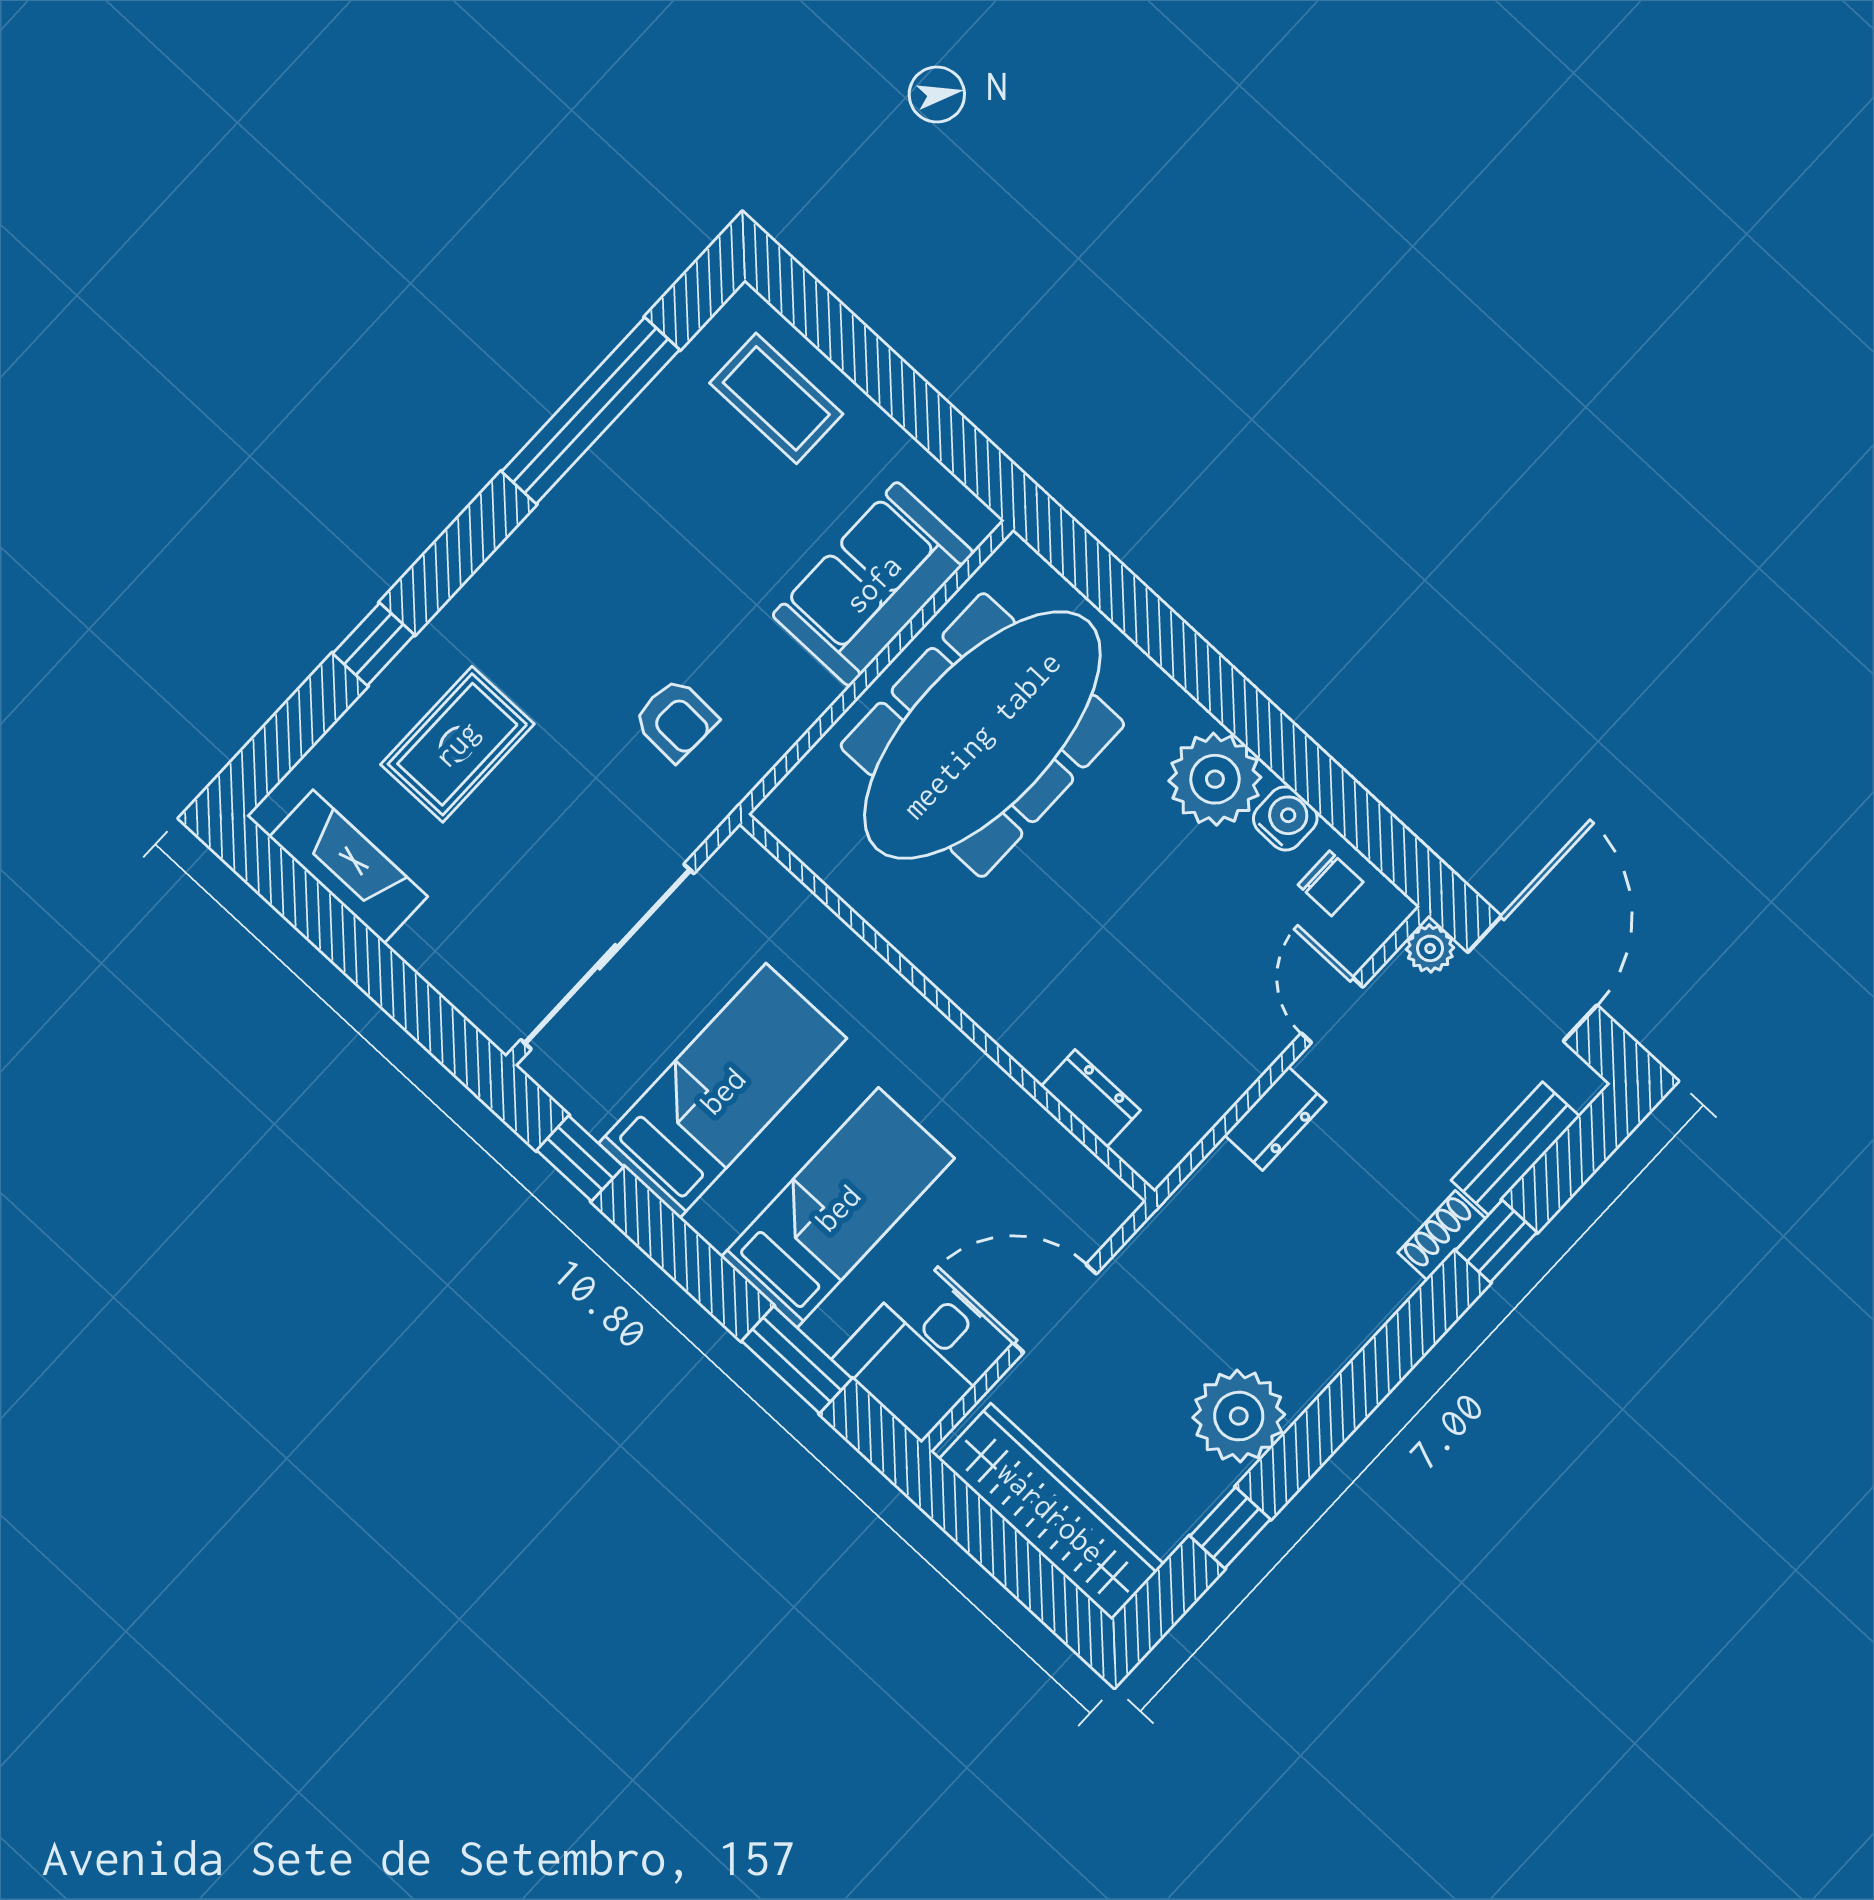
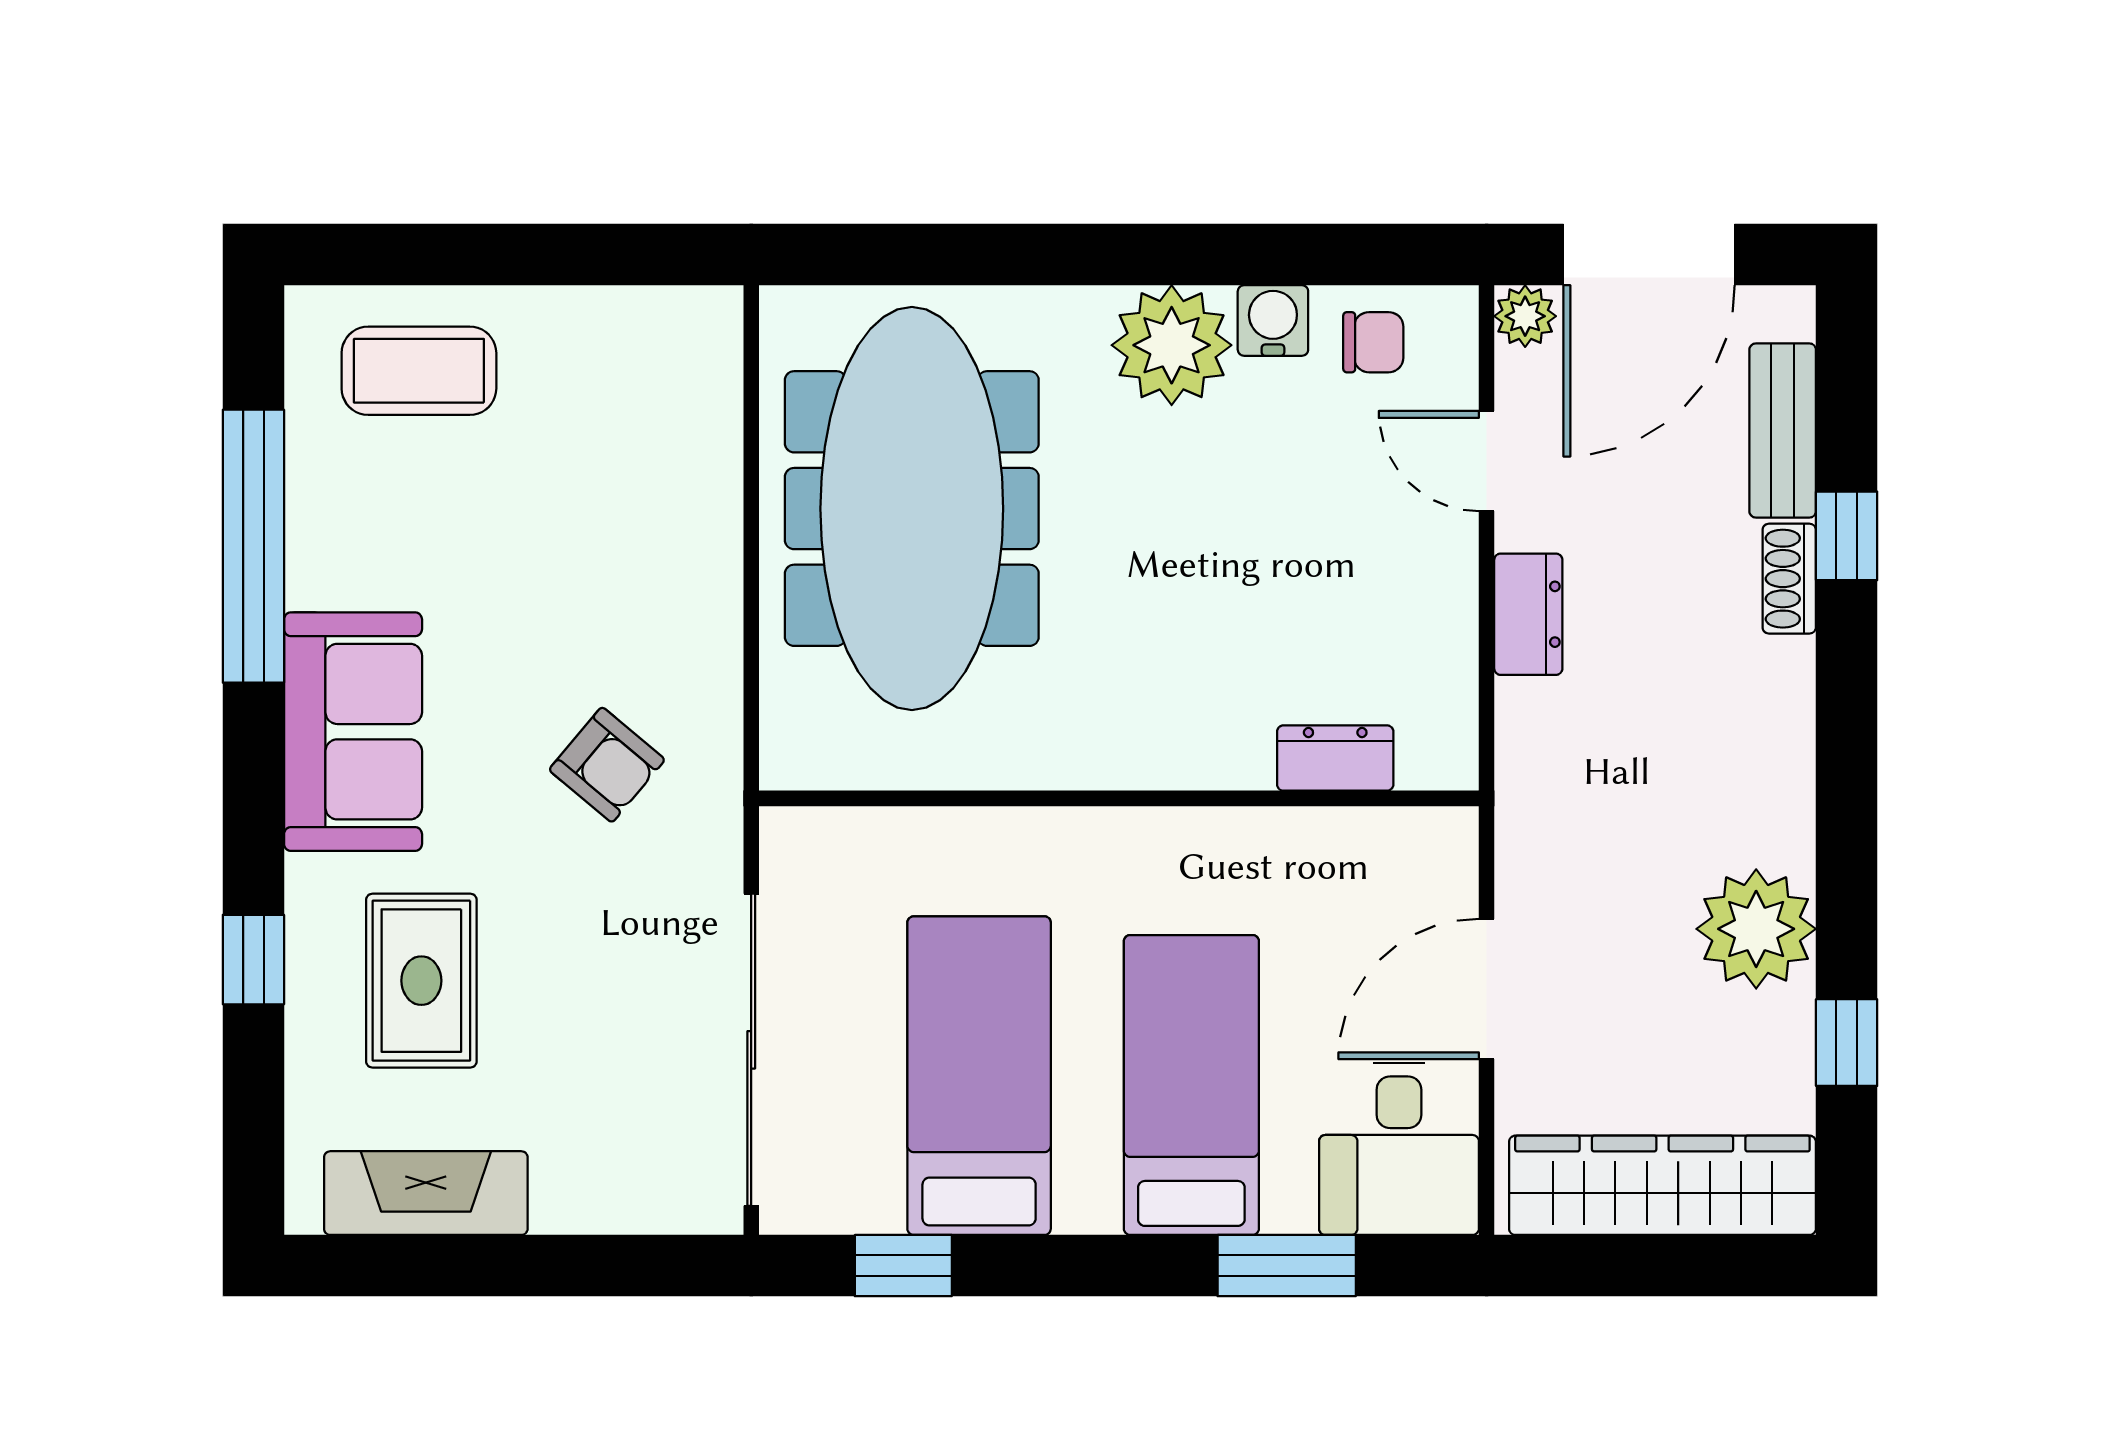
sofa: (873, 584) -> (353, 732), moved, turned 180
armchair: (676, 720) -> (607, 765), turned 38
door: (1532, 979) -> (1649, 255), swing flipped

